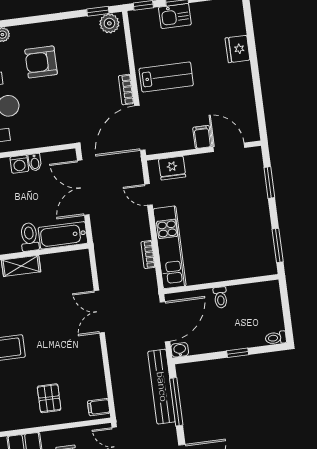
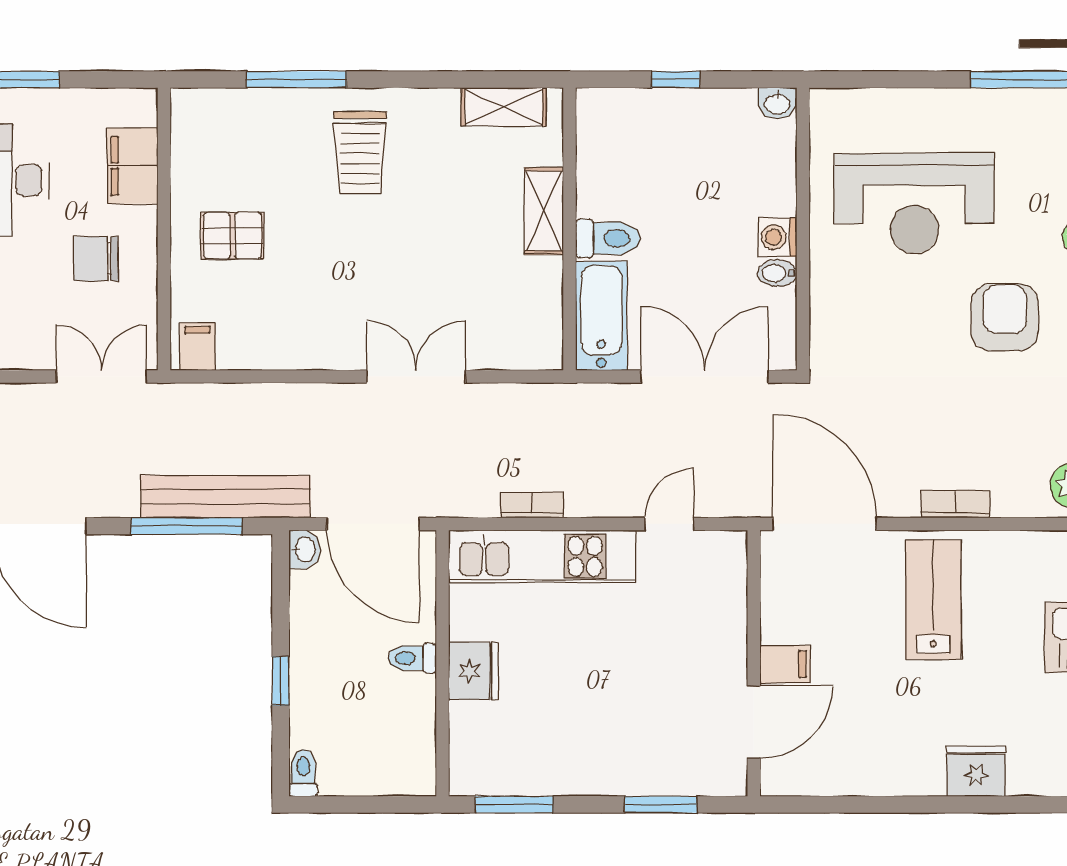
lab bench: (166, 77) -> (933, 599), turned 180
bookcase: (126, 90) -> (955, 504), moved
fridge: (172, 168) -> (473, 671), moved, turned 180

